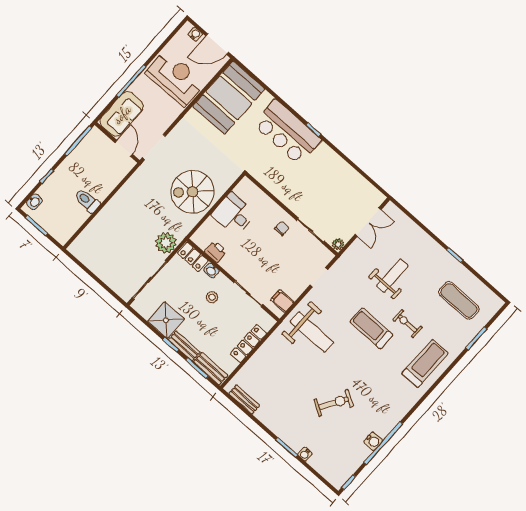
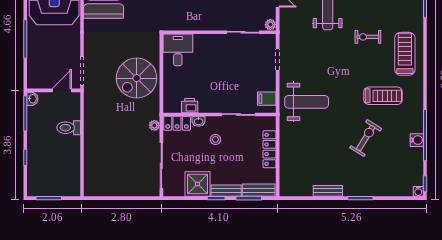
sofa: (122, 114) -> (39, 68), removed
door: (124, 148) -> (62, 90), hinge flipped
toilet: (87, 201) -> (69, 128), moved
washbasin: (34, 202) -> (32, 99), moved
desk: (234, 214) -> (178, 50), moved, turned 90
chair: (282, 228) -> (221, 48), removed
plant: (166, 243) -> (154, 125), width x0.53, depth x0.53
treadmill: (371, 328) -> (383, 96), moved, turned 180
bench: (244, 400) -> (328, 191), moved
water cooler: (305, 454) -> (418, 191), moved

